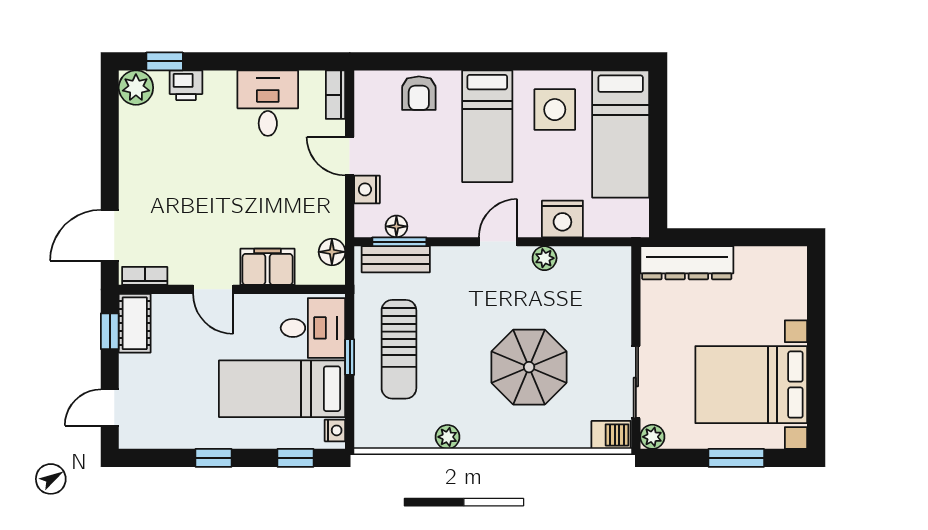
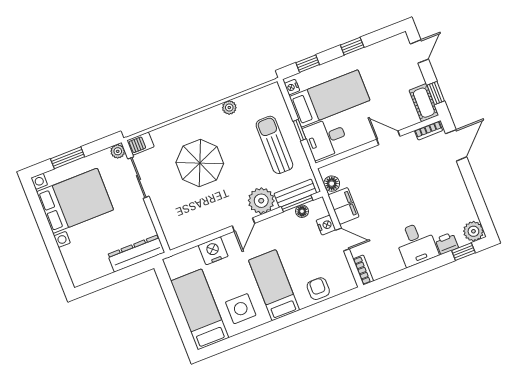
desk: (268, 103) -> (416, 244), moved
plant: (545, 258) -> (261, 201), moved, width x1.88, depth x1.88
filing cabinet: (268, 267) -> (343, 206), moved, turned -90

